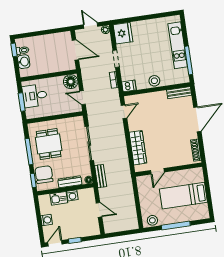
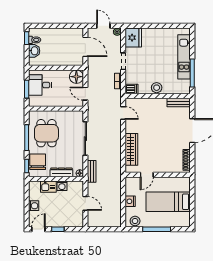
door: (124, 112) -> (123, 113), hinge flipped
nightstand: (144, 201) -> (130, 201), added

